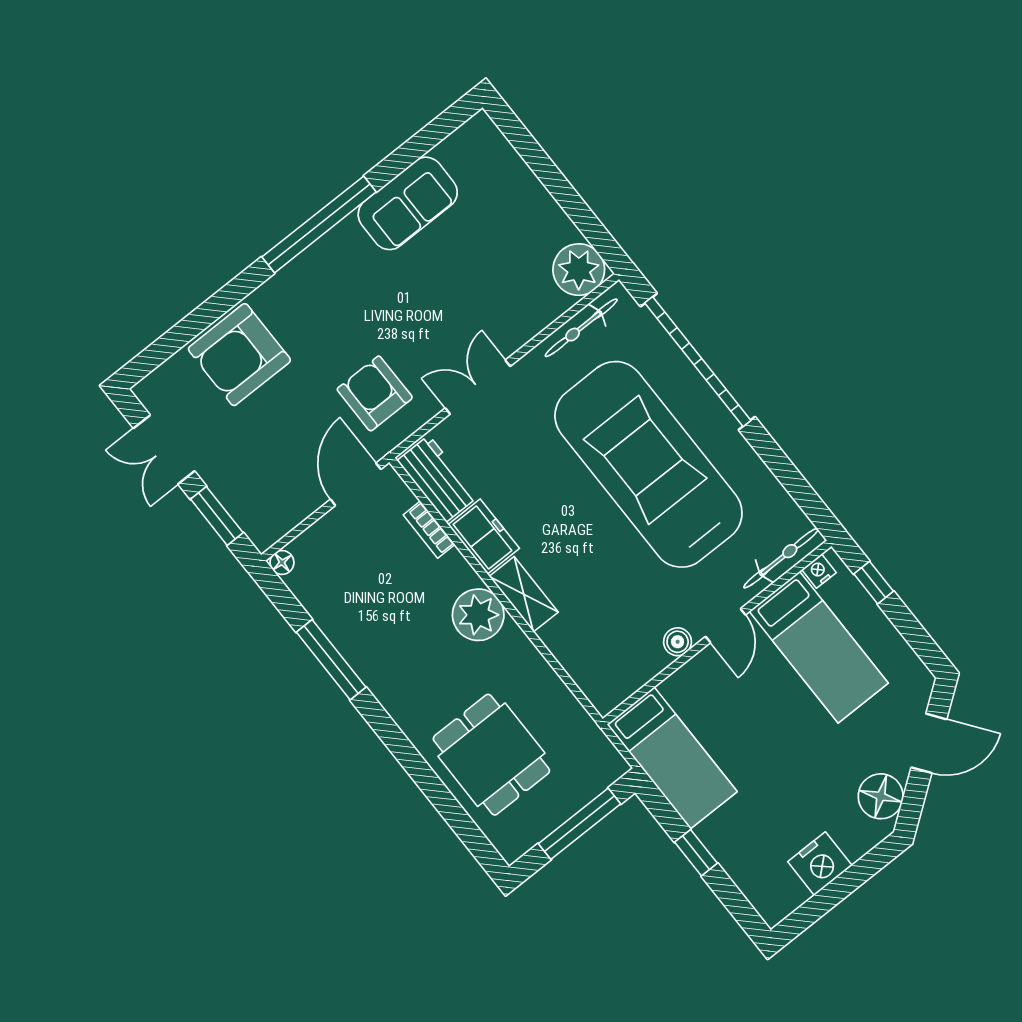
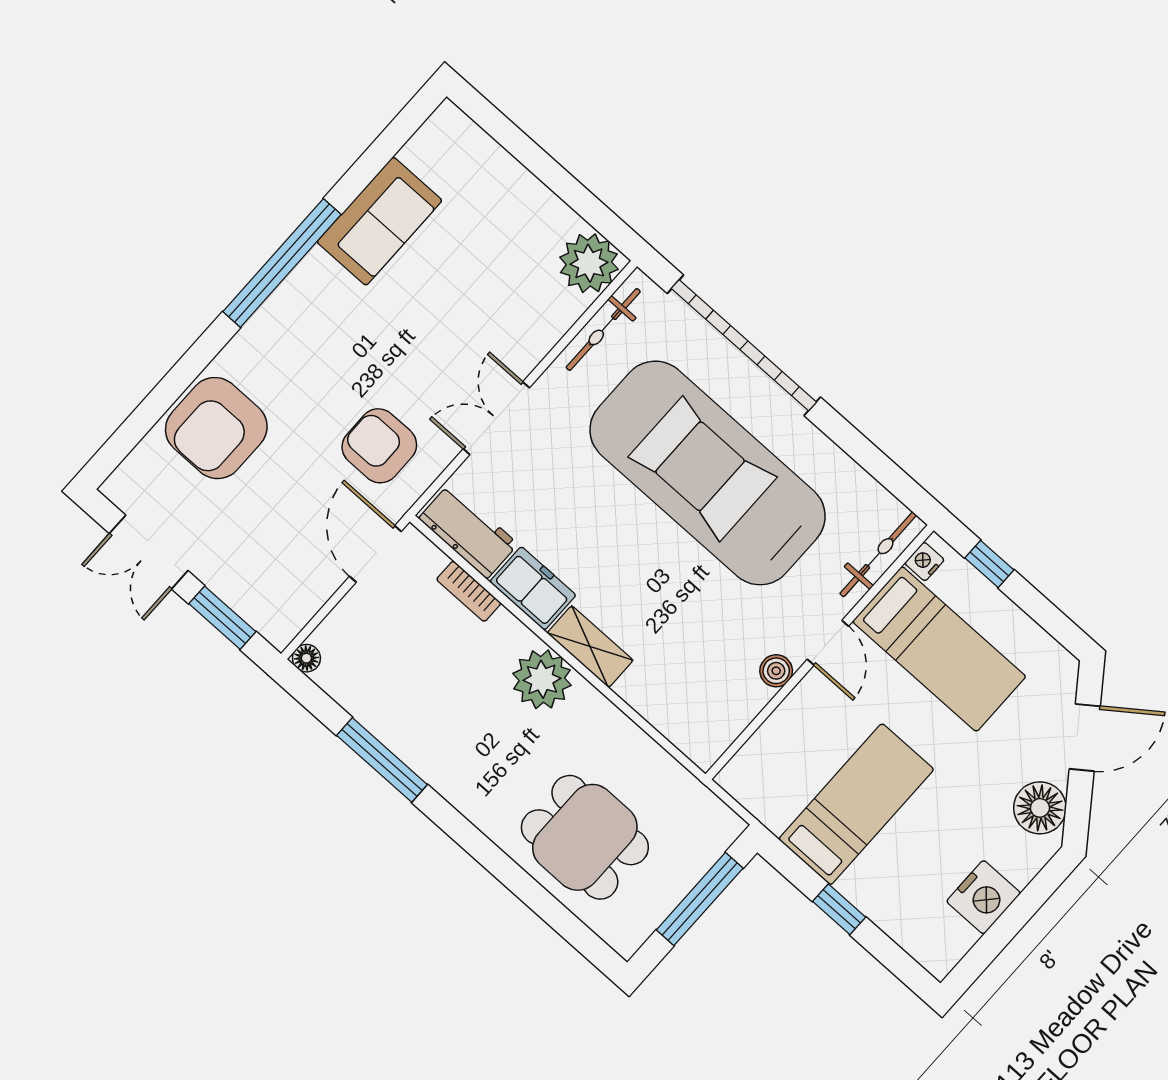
bed: (672, 758) -> (856, 804), moved, turned -90

